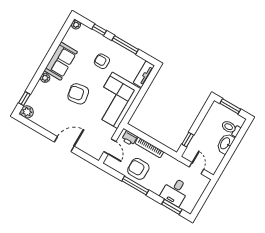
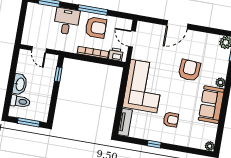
window: (99, 30) -> (185, 149), removed
window: (125, 45) -> (154, 144), width x0.46
armchair: (78, 94) -> (189, 70), moved, turned -76
desk: (175, 192) -> (67, 21), moved

